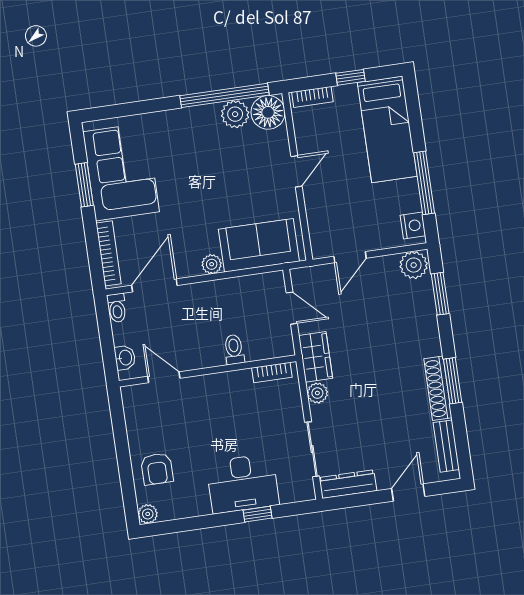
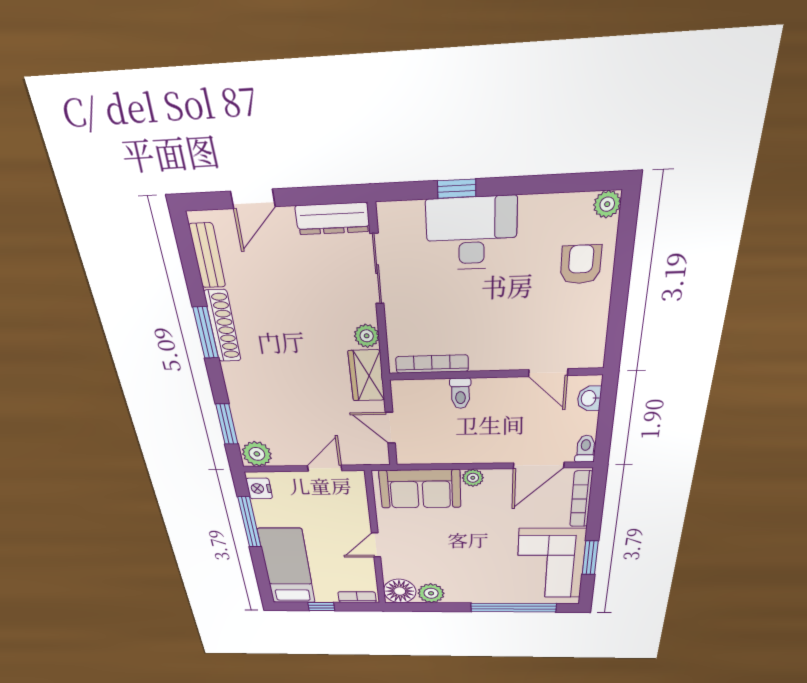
window: (225, 95) -> (513, 608), moved
bookcase: (272, 372) -> (432, 364), width x1.56

